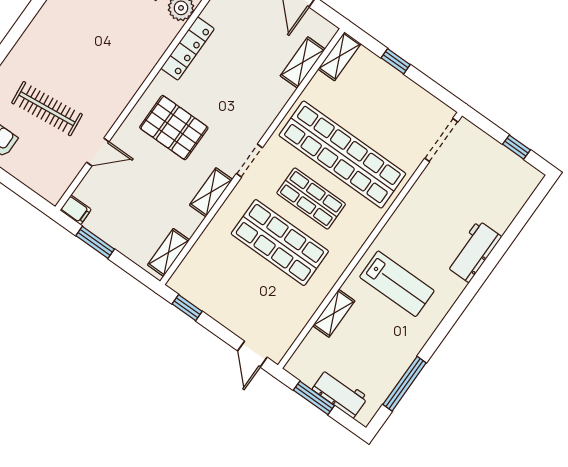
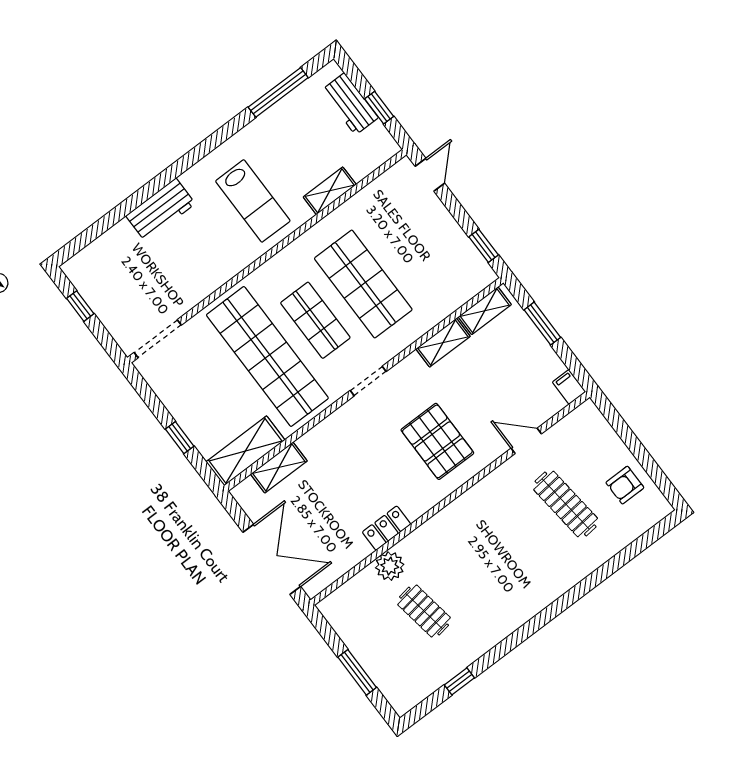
locker: (188, 48) -> (387, 528), width x0.66
shelving: (340, 56) -> (245, 451), width x1.50, depth x1.33
shelving: (211, 192) -> (443, 343), moved
window: (95, 242) -> (542, 324), moved
lab bench: (397, 284) -> (253, 201), turned 180
window: (314, 398) -> (379, 108), width x0.67

